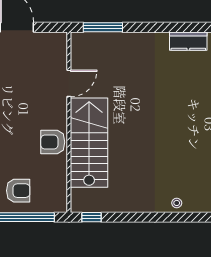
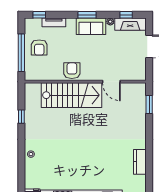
window: (103, 27) -> (149, 104), width x0.69
window: (91, 217) -> (21, 117), moved

